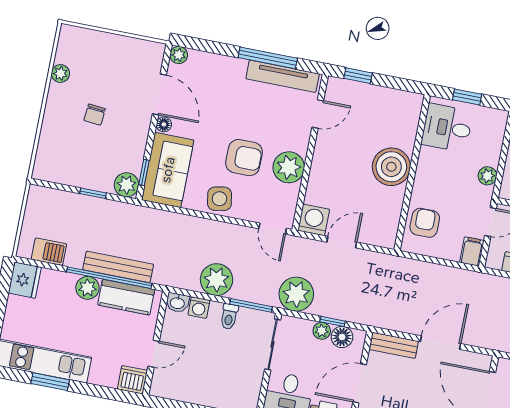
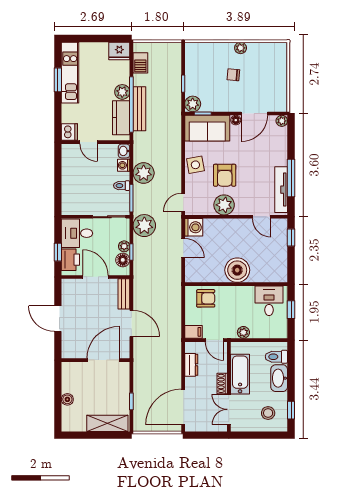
plant: (60, 74) -> (241, 48), moved

